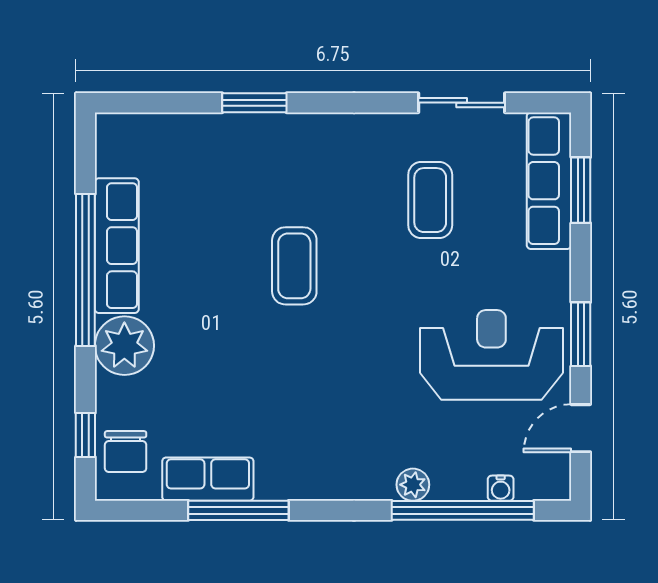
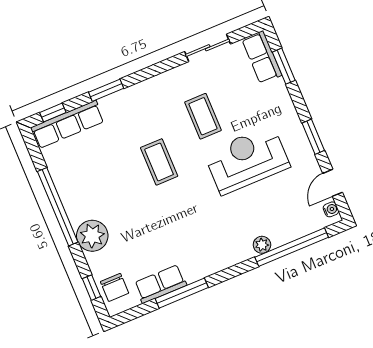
window: (146, 103) -> (53, 113), added
row of seats: (549, 181) -> (262, 57), width x0.68
coffee table: (430, 200) -> (203, 116), moved
row of seats: (117, 246) -> (68, 124), moved, turned 90
reception desk: (491, 355) -> (247, 160), moved
water cooler: (501, 488) -> (331, 209), moved, turned -90

